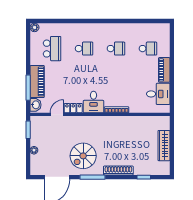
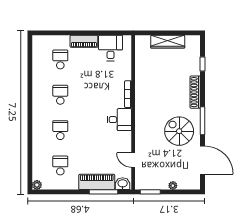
school desk: (52, 49) -> (60, 165), width x0.54
locker: (73, 108) -> (126, 142), removed
spiral stairs: (83, 156) -> (179, 131), turned 180

